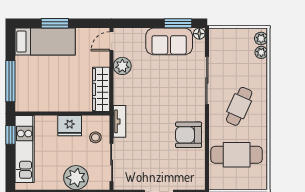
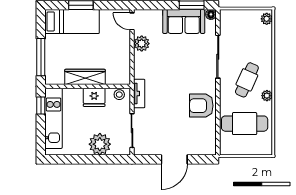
door: (112, 41) -> (132, 21), hinge flipped
plant: (261, 52) -> (267, 96), moved
wardrobe: (101, 89) -> (85, 77), moved, turned 90
stool: (95, 137) -> (119, 95), moved

